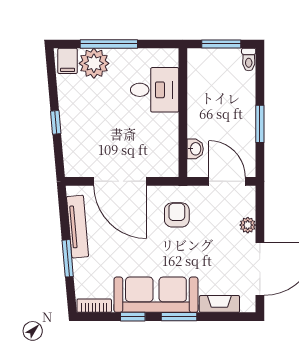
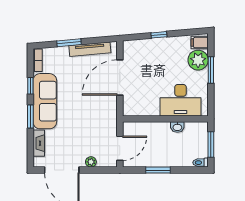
window: (109, 44) -> (211, 70), width x0.69
desk: (155, 90) -> (180, 100), width x1.37
washbasin: (195, 149) -> (177, 127), moved
armchair: (177, 215) -> (98, 115), removed

